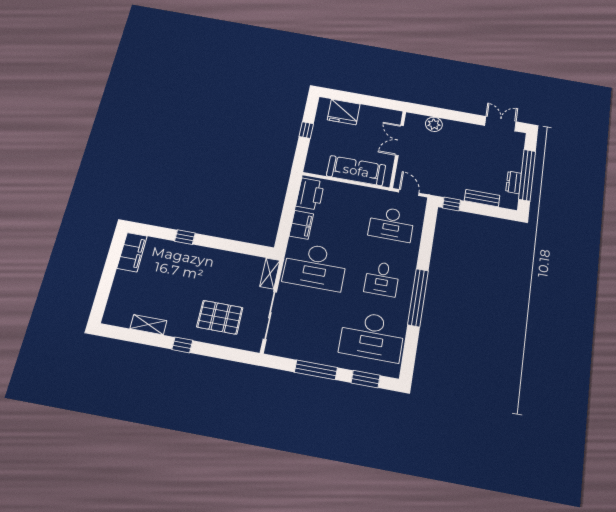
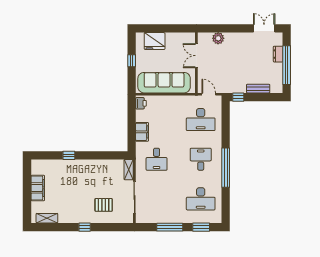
sofa: (356, 171) -> (164, 83), width x1.36, depth x1.27
dresser: (514, 182) -> (278, 54), moved
printer: (310, 194) -> (141, 103), width x0.53, depth x0.68
filing cabinet: (132, 252) -> (38, 188), moved
desk: (315, 267) -> (157, 159), width x0.53, depth x0.77
desk: (382, 279) -> (201, 159), turned 180
pallet: (220, 317) -> (104, 205), width x0.67, depth x0.71
shelving: (148, 325) -> (47, 218), moved
desk: (372, 336) -> (201, 199), width x0.73, depth x0.77

